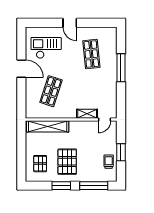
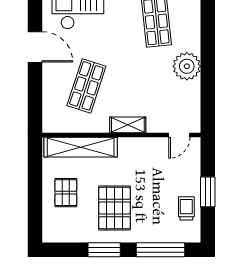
window: (121, 68) -> (208, 45), removed
plant: (109, 80) -> (187, 66), added
shelving: (87, 114) -> (128, 125), moved
pallet: (40, 164) -> (66, 193), moved

